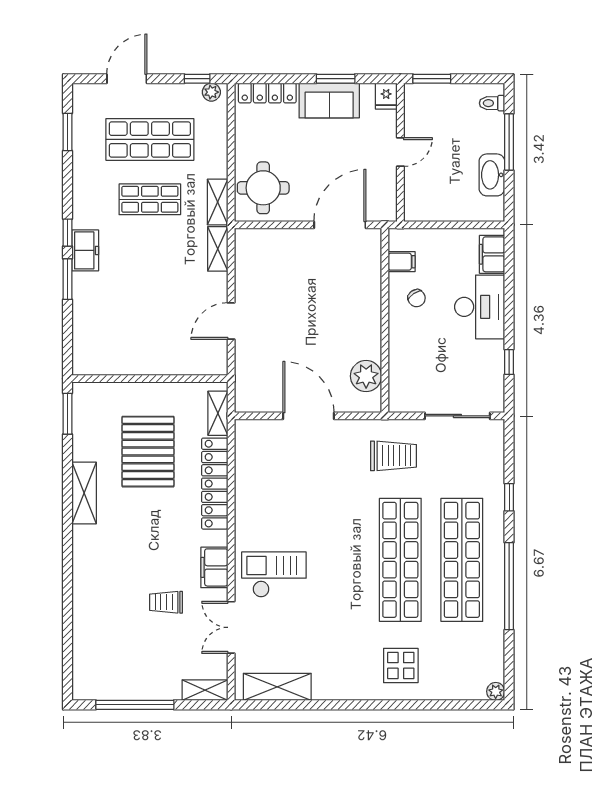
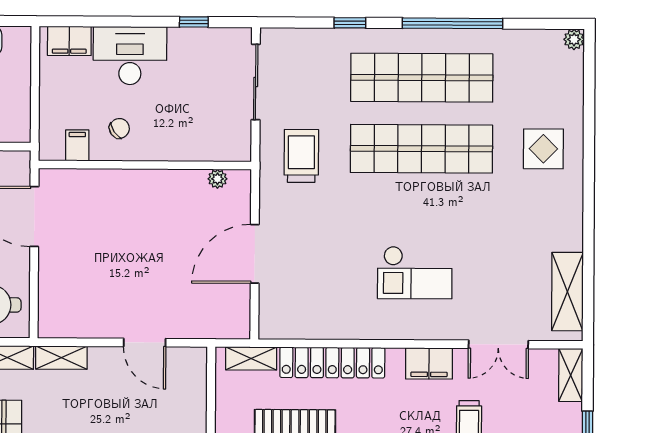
plant: (366, 376) -> (217, 179), width x0.53, depth x0.53
checkout: (274, 575) -> (415, 273), moved, turned -90

